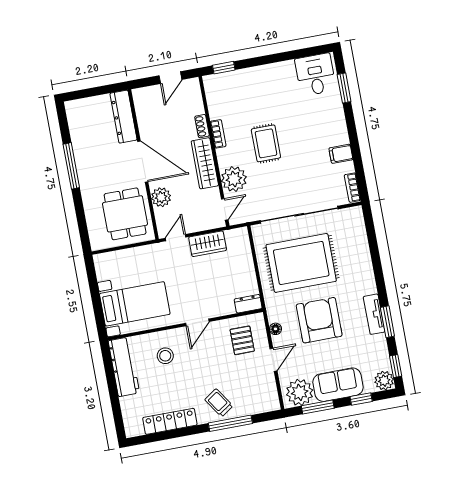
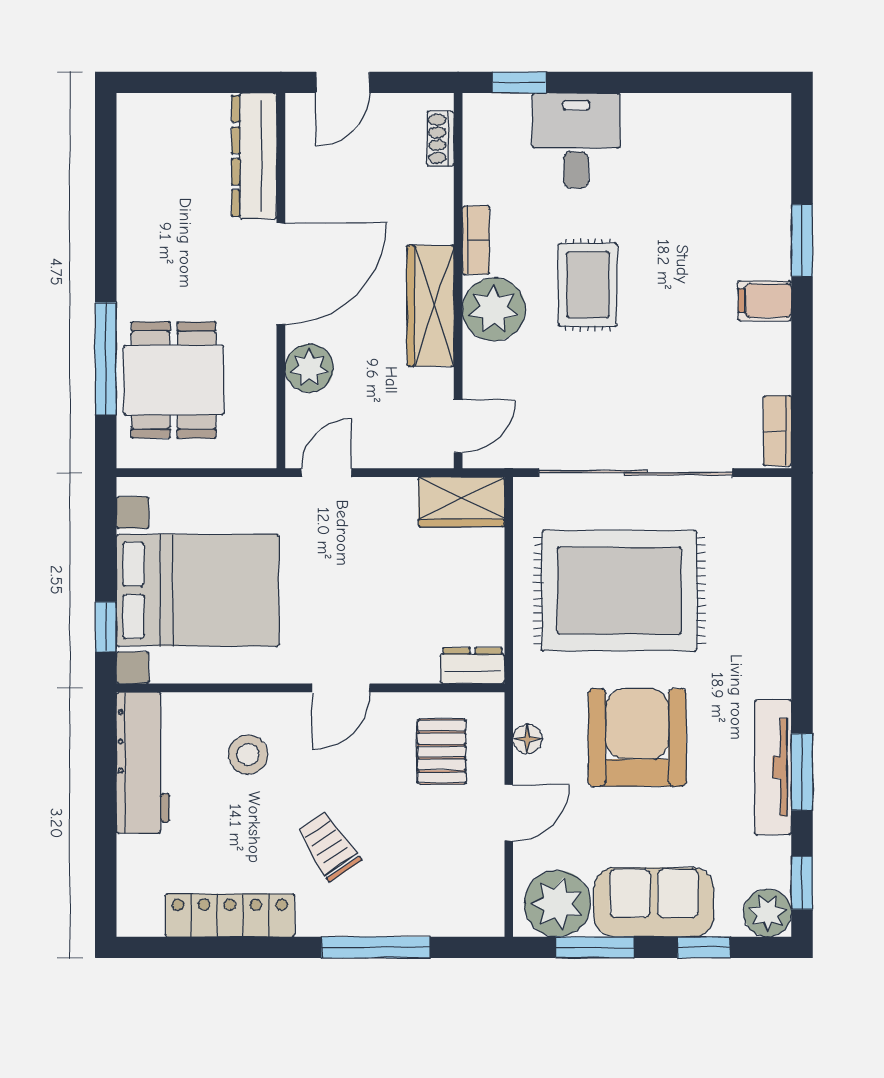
desk: (315, 75) -> (576, 140), moved
door: (170, 78) -> (343, 82), moved
window: (344, 88) -> (802, 240), moved
shoe rack: (202, 126) -> (441, 139), moved
filing cabinet: (341, 154) -> (765, 301), moved
door: (143, 162) -> (281, 274), hinge flipped
window: (71, 166) -> (106, 359), moved
plant: (234, 179) -> (494, 309), moved
dining table: (125, 214) -> (174, 380), moved
wardrobe: (208, 244) -> (461, 502), moved
bed with nightstands: (135, 304) -> (198, 590), width x1.36
tv unit: (374, 314) -> (773, 767), width x1.41
window: (99, 315) -> (106, 627), added
trolley: (219, 403) -> (329, 846), moved

